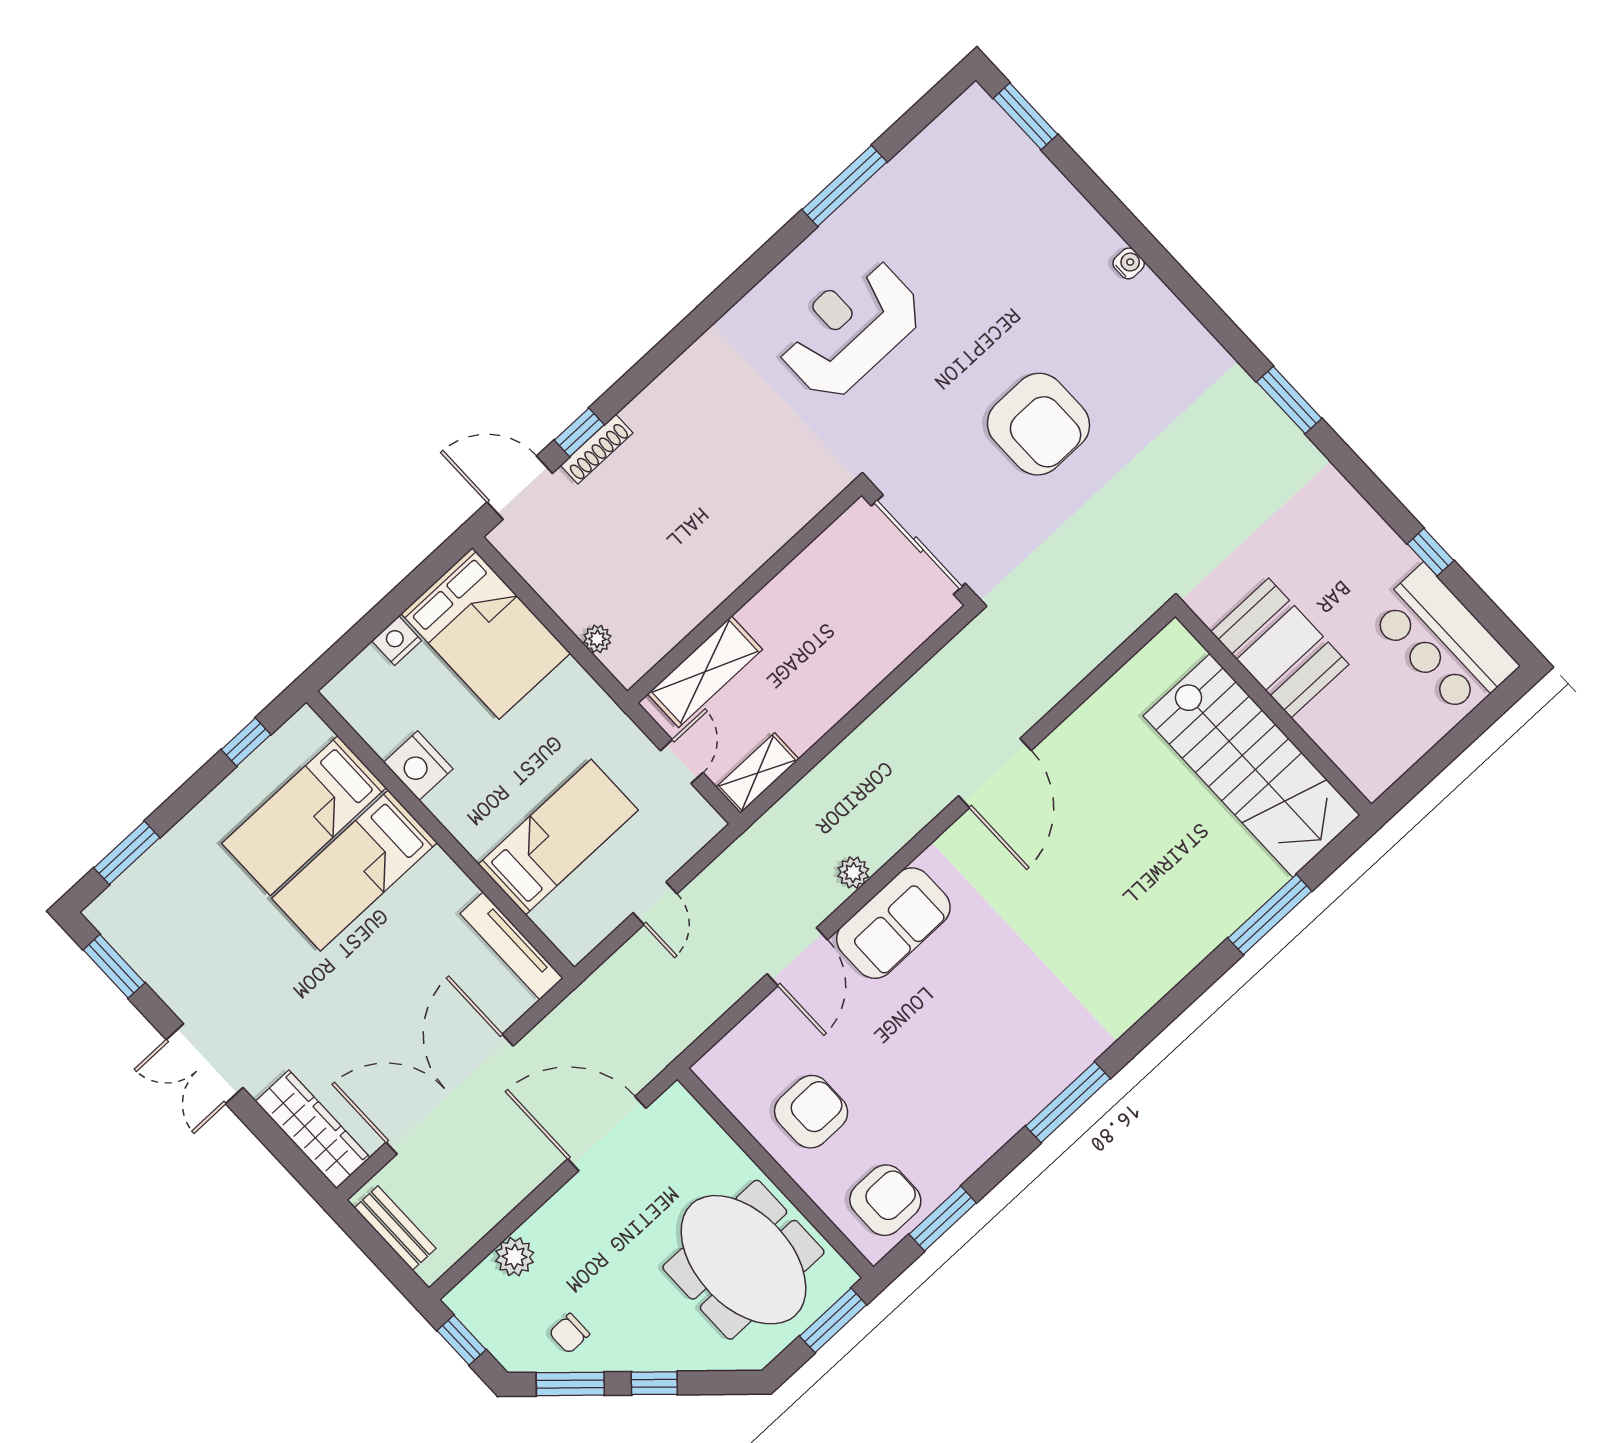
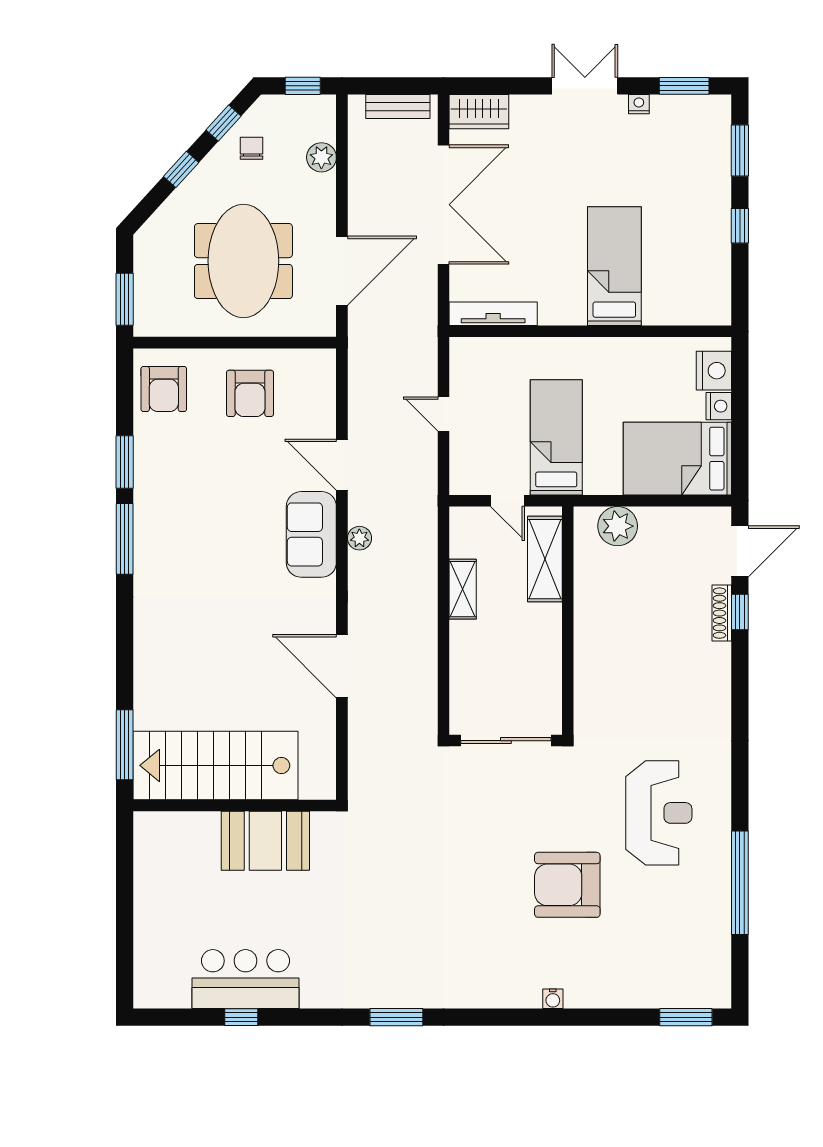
window: (845, 186) -> (740, 883), width x1.46
armchair: (1038, 424) -> (567, 885), moved
plant: (597, 639) -> (618, 526), width x1.87, depth x1.87
bar counter: (1443, 641) -> (246, 979), moved
booth: (1280, 648) -> (265, 841), moved
wall: (1273, 710) -> (235, 805), moved
window: (246, 742) -> (740, 226), moved
stairs: (1252, 765) -> (215, 765), moved
nightstand: (418, 766) -> (714, 371), moved, turned 90
shelving: (757, 773) -> (463, 589), moved
bed: (304, 816) -> (670, 266), removed
bed: (558, 837) -> (556, 437), moved, turned 180
nightstand: (173, 994) -> (639, 104), added
wardrobe: (313, 1129) -> (479, 112), width x0.67
window: (943, 1219) -> (125, 462), moved
meeting table: (743, 1260) -> (243, 261), moved, turned 90
window: (570, 1384) -> (223, 123), width x0.67

